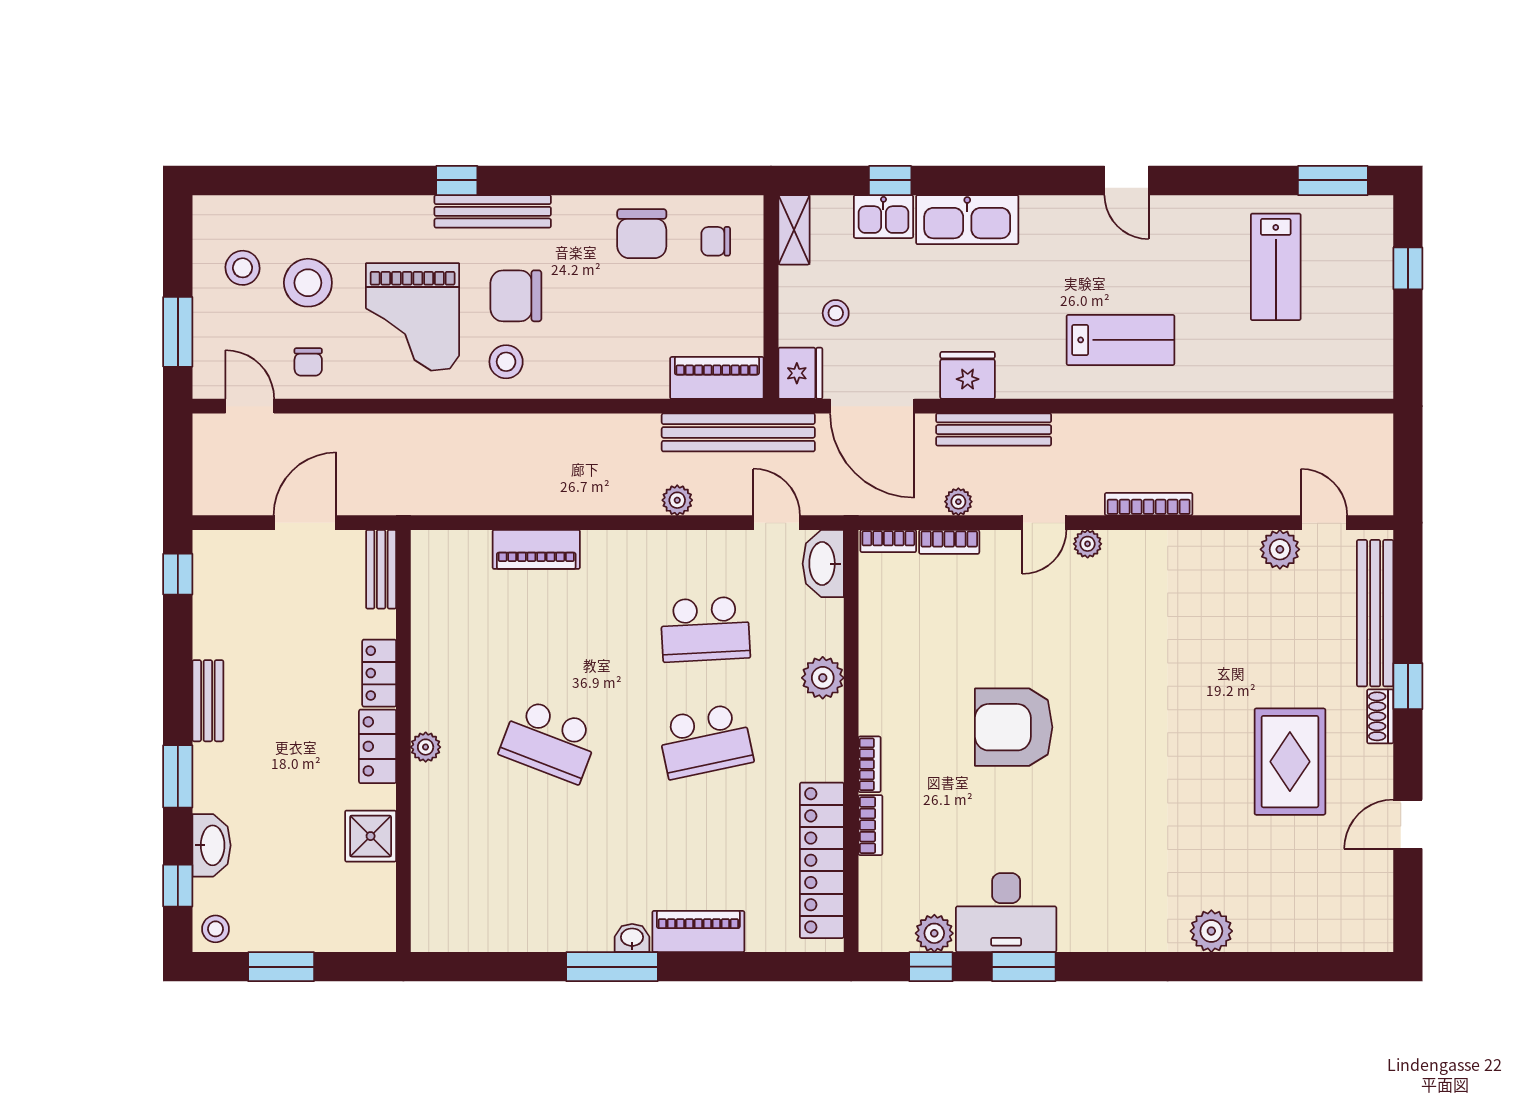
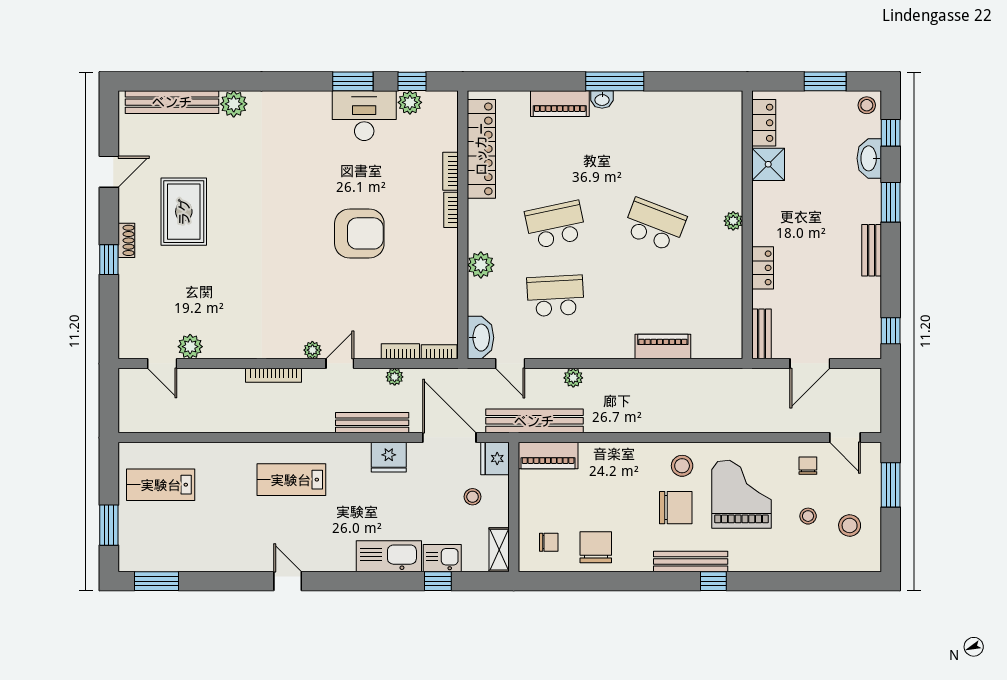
lab bench: (1276, 267) -> (161, 485), moved, turned -90
window: (1408, 268) -> (109, 525), width x1.50
stool: (308, 283) -> (808, 516), width x0.53, depth x0.53
bench: (1375, 613) -> (172, 102), moved, turned 90
locker: (378, 746) -> (764, 123), moved

